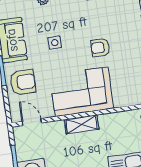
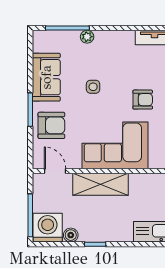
armchair: (100, 48) -> (143, 100), turned 180
shelving: (82, 124) -> (101, 184), width x1.50, depth x1.33

